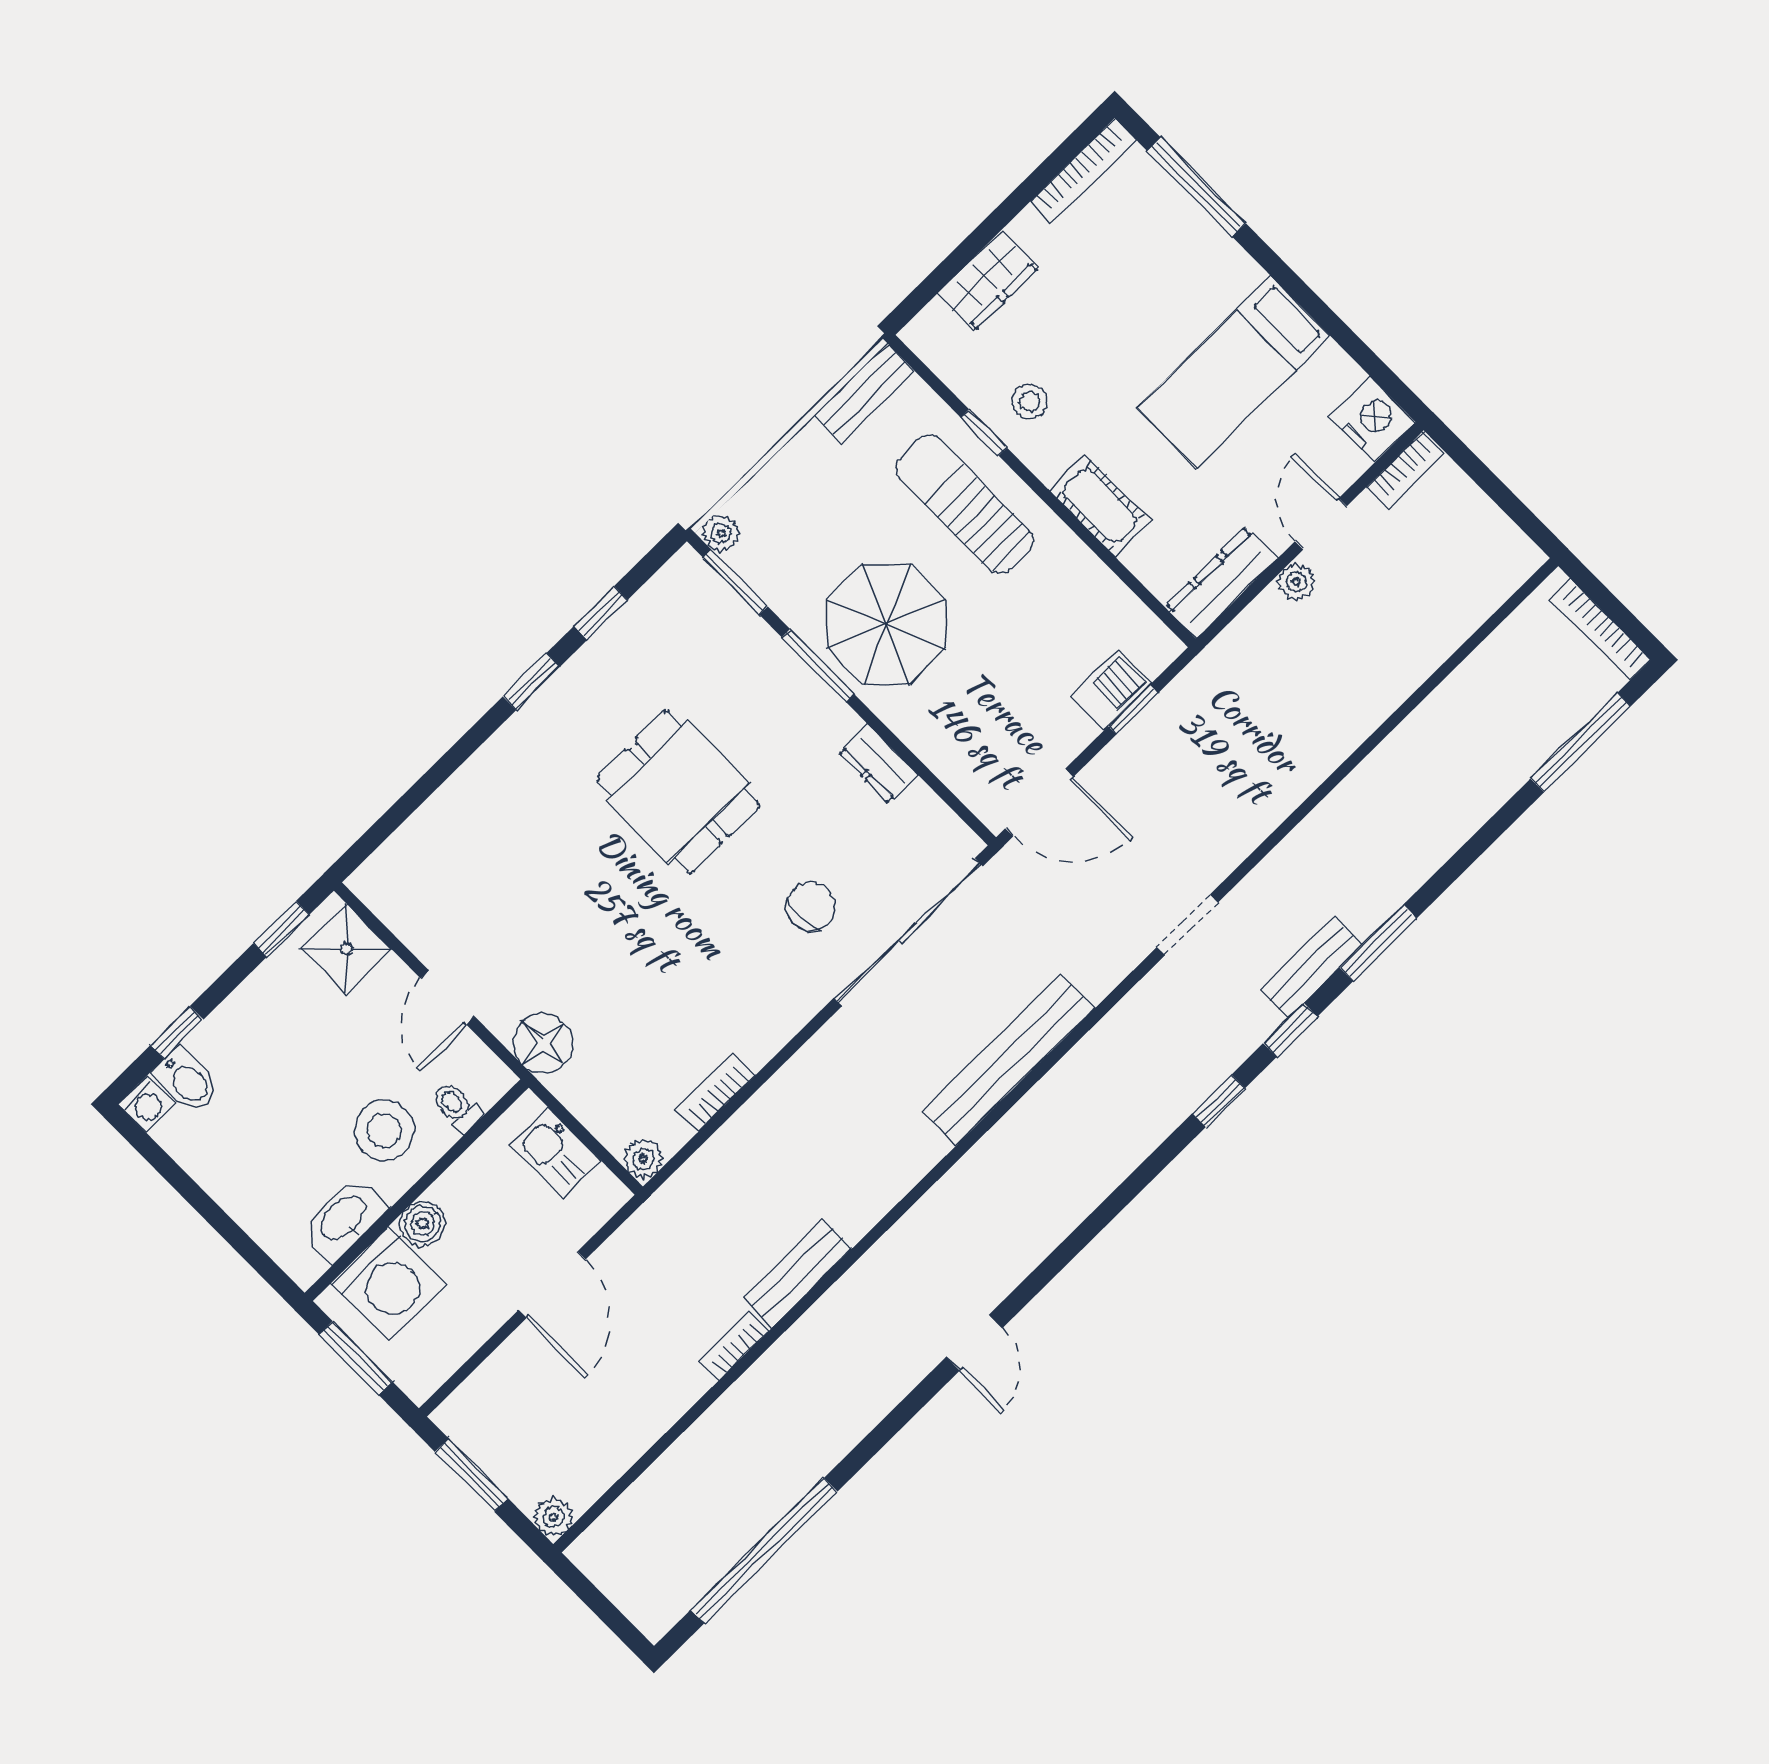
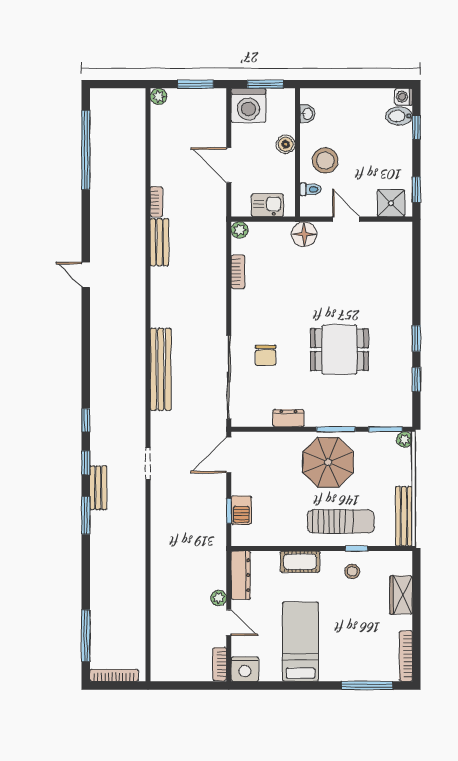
bench: (864, 393) -> (404, 516), width x1.36
washbasin: (344, 1219) -> (307, 114), width x0.52, depth x0.69
washing machine: (388, 1284) -> (248, 105), moved, turned -90

